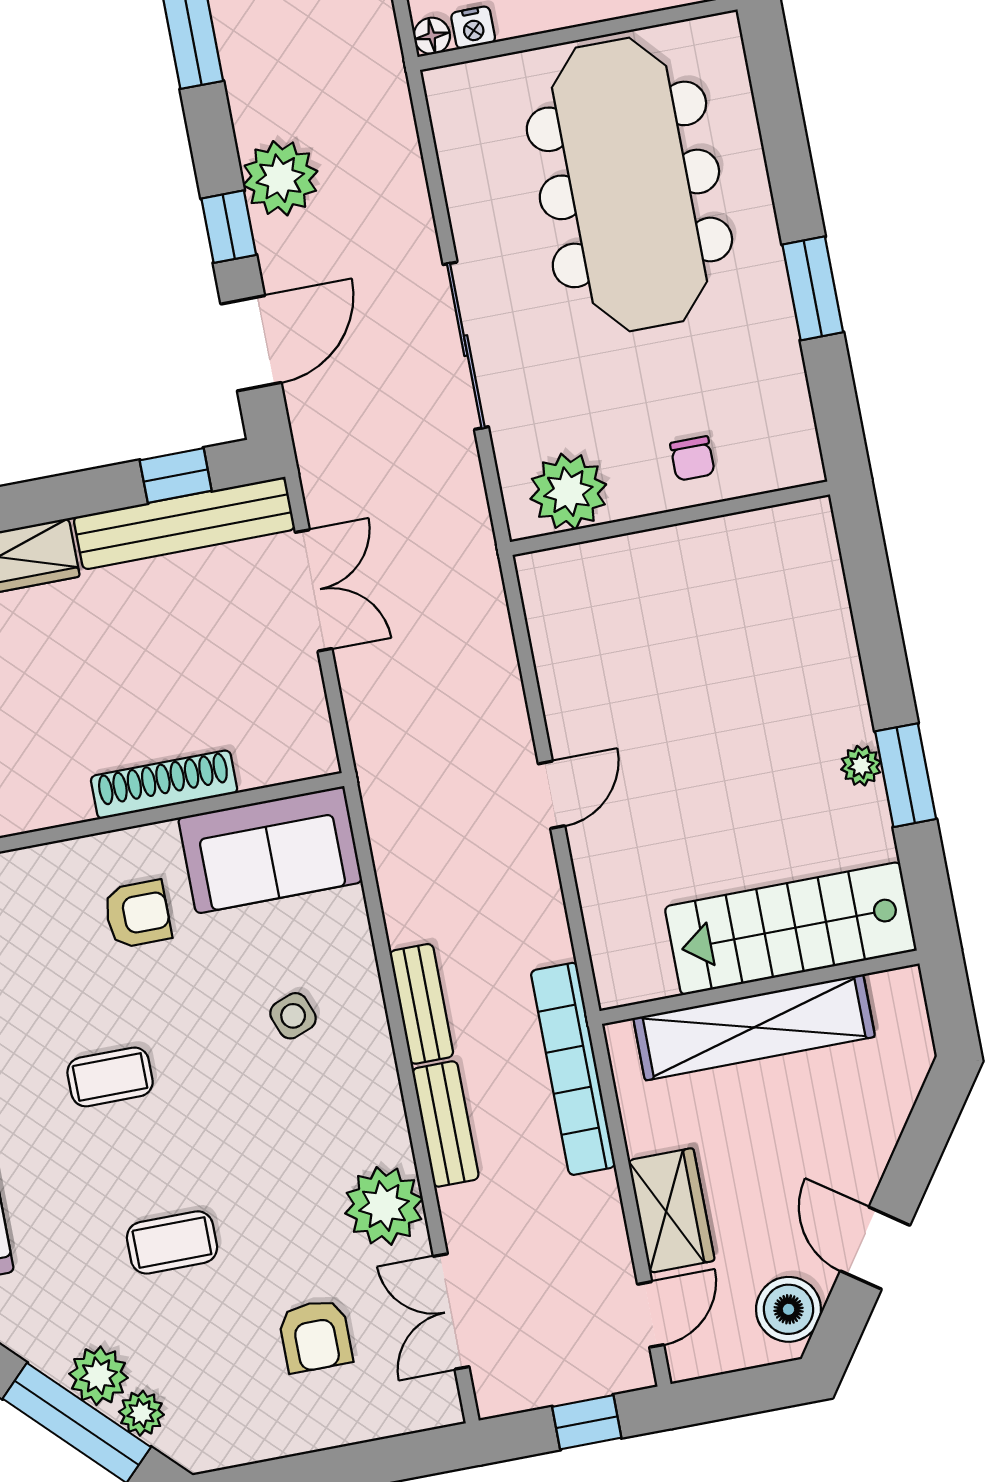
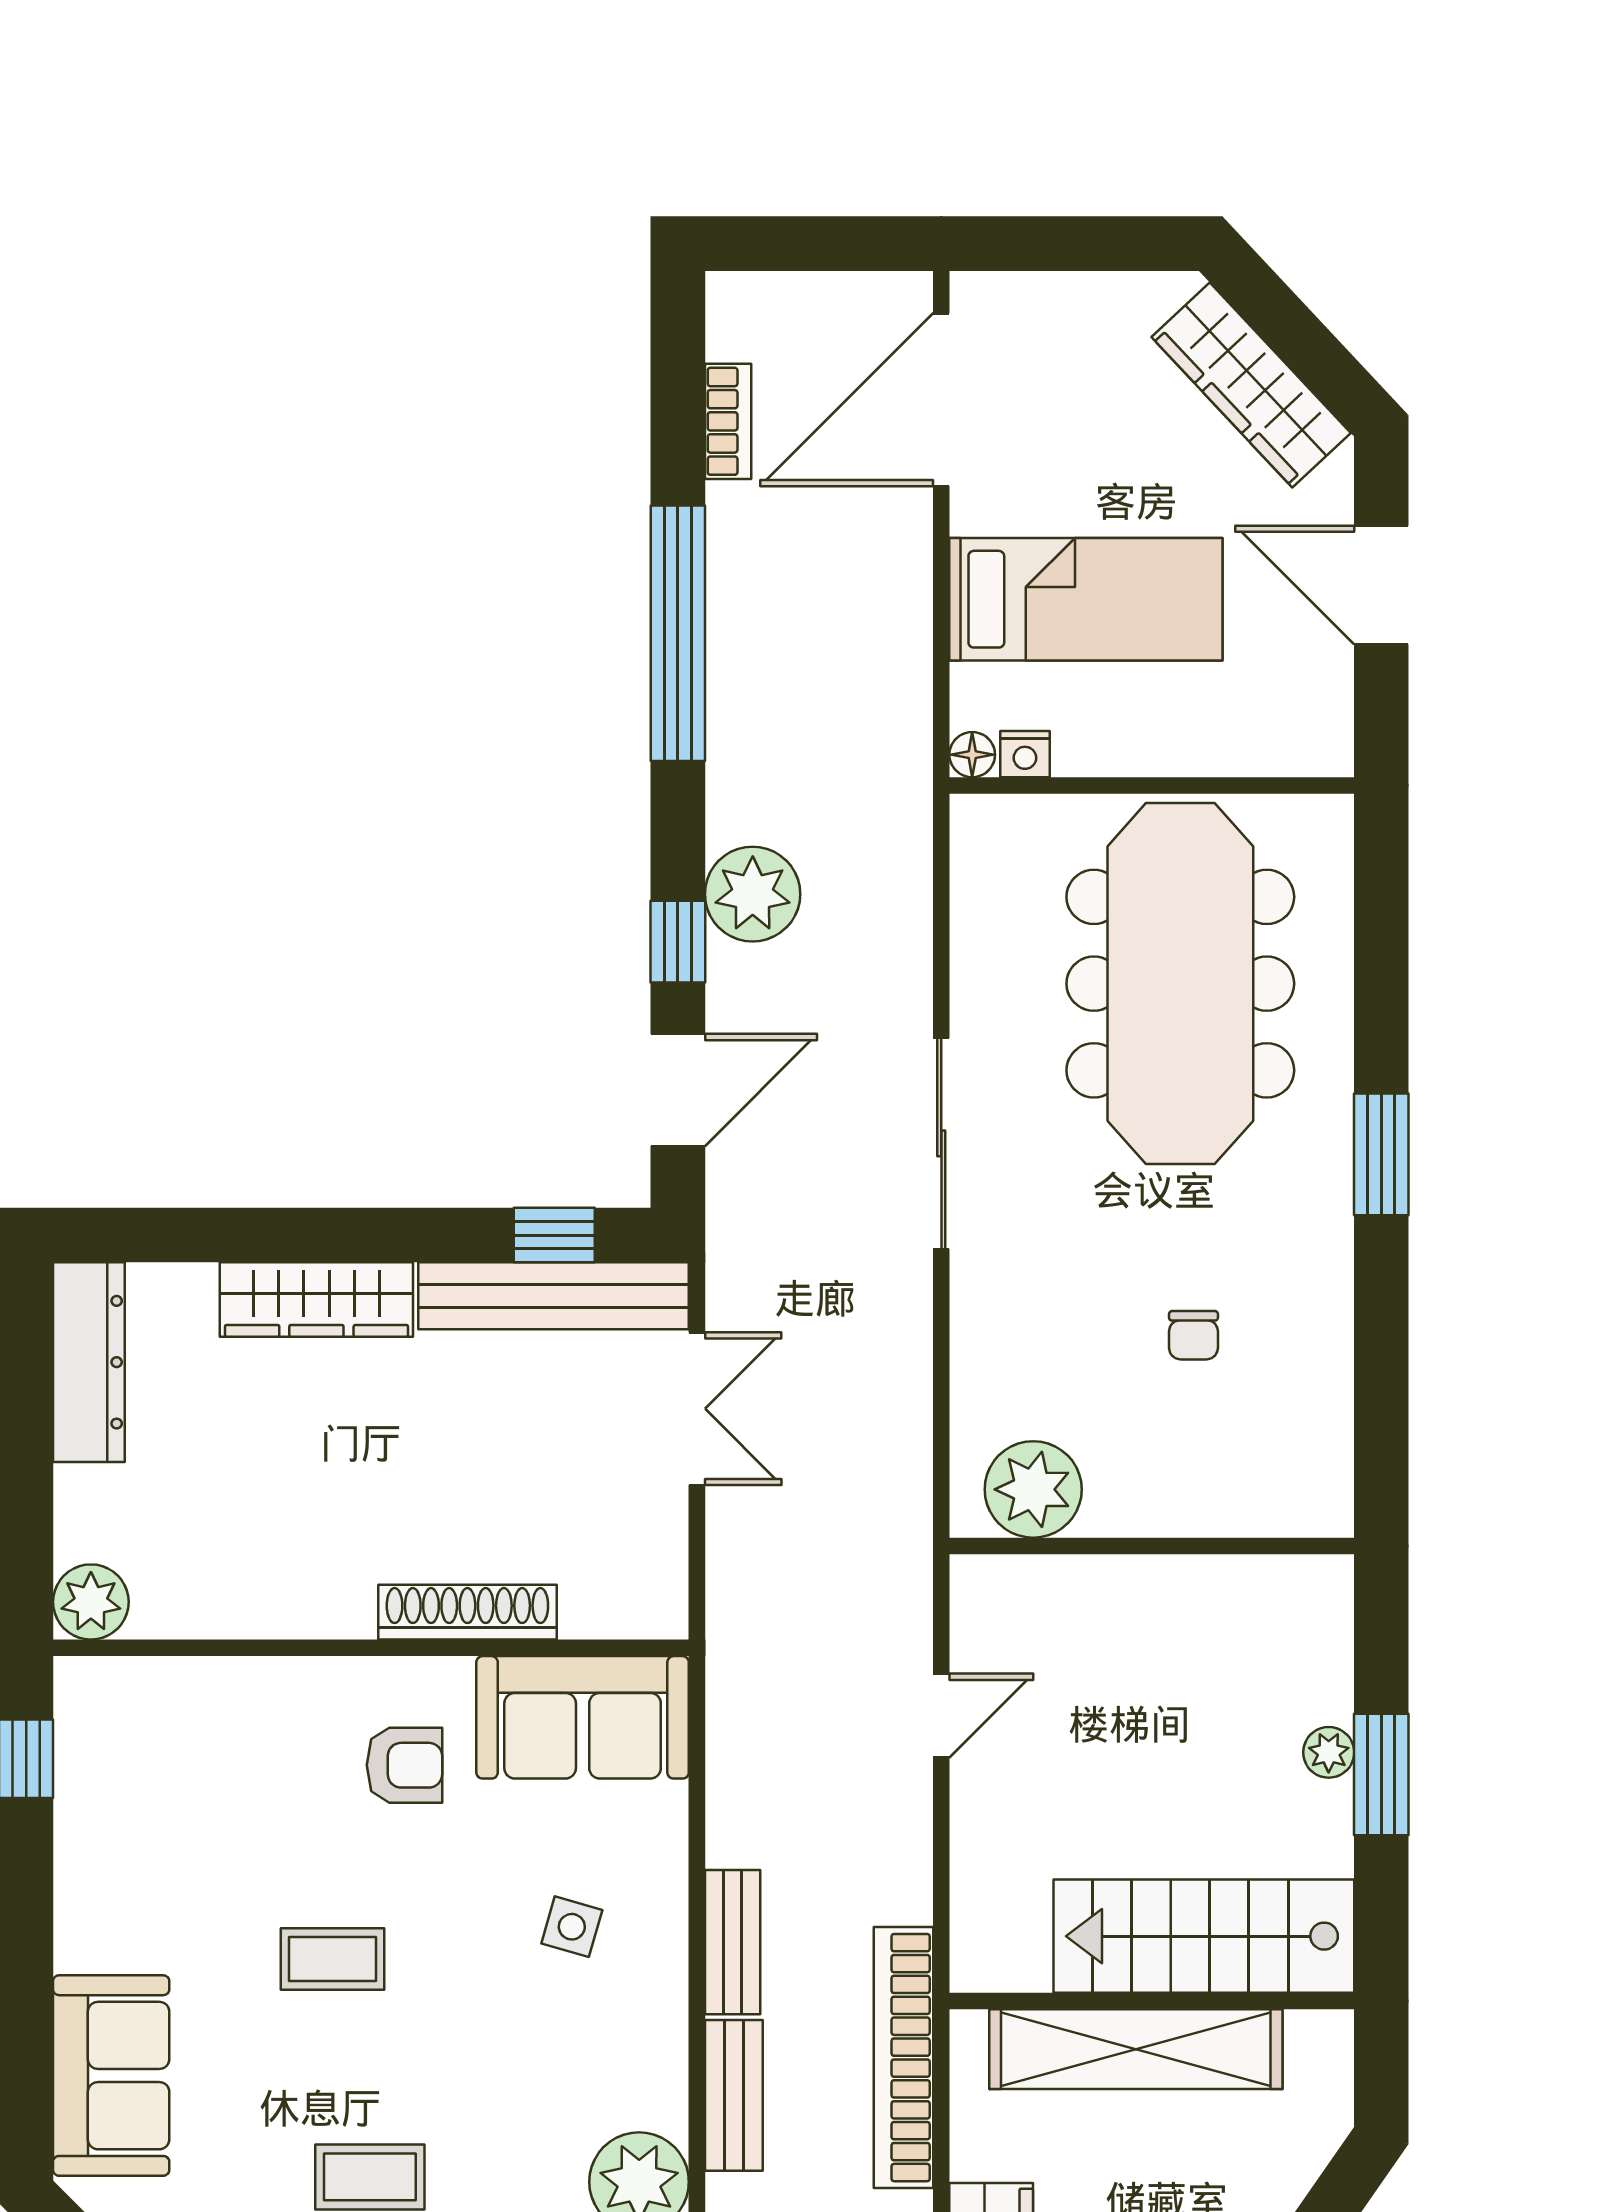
plant: (568, 492) -> (1033, 1489), moved
wall: (670, 518) -> (1152, 1546), moved
side table: (293, 1016) -> (572, 1927), turned 37

